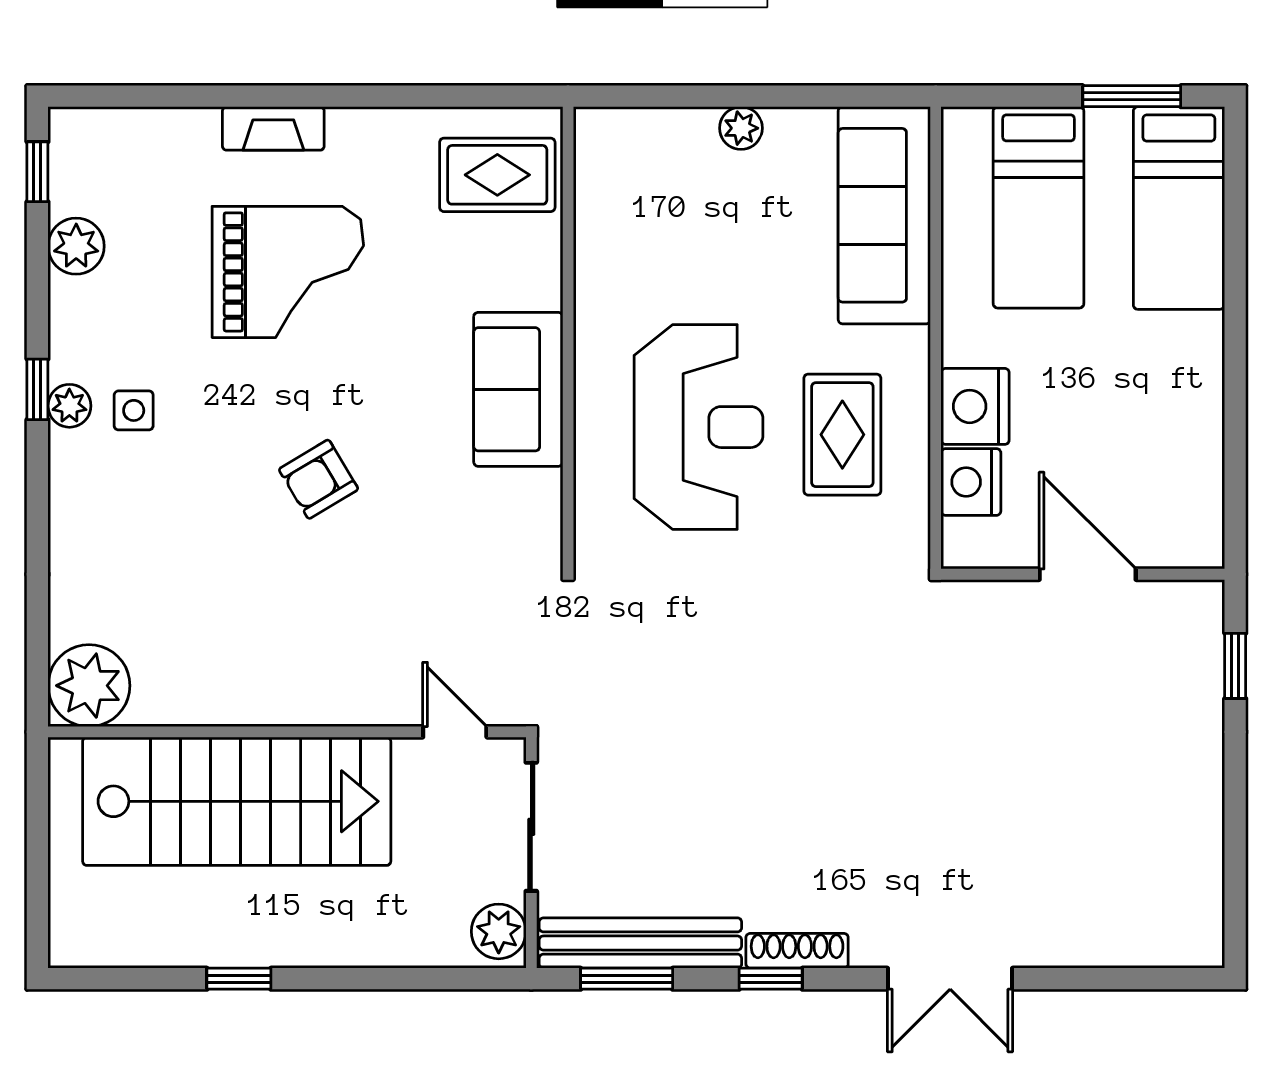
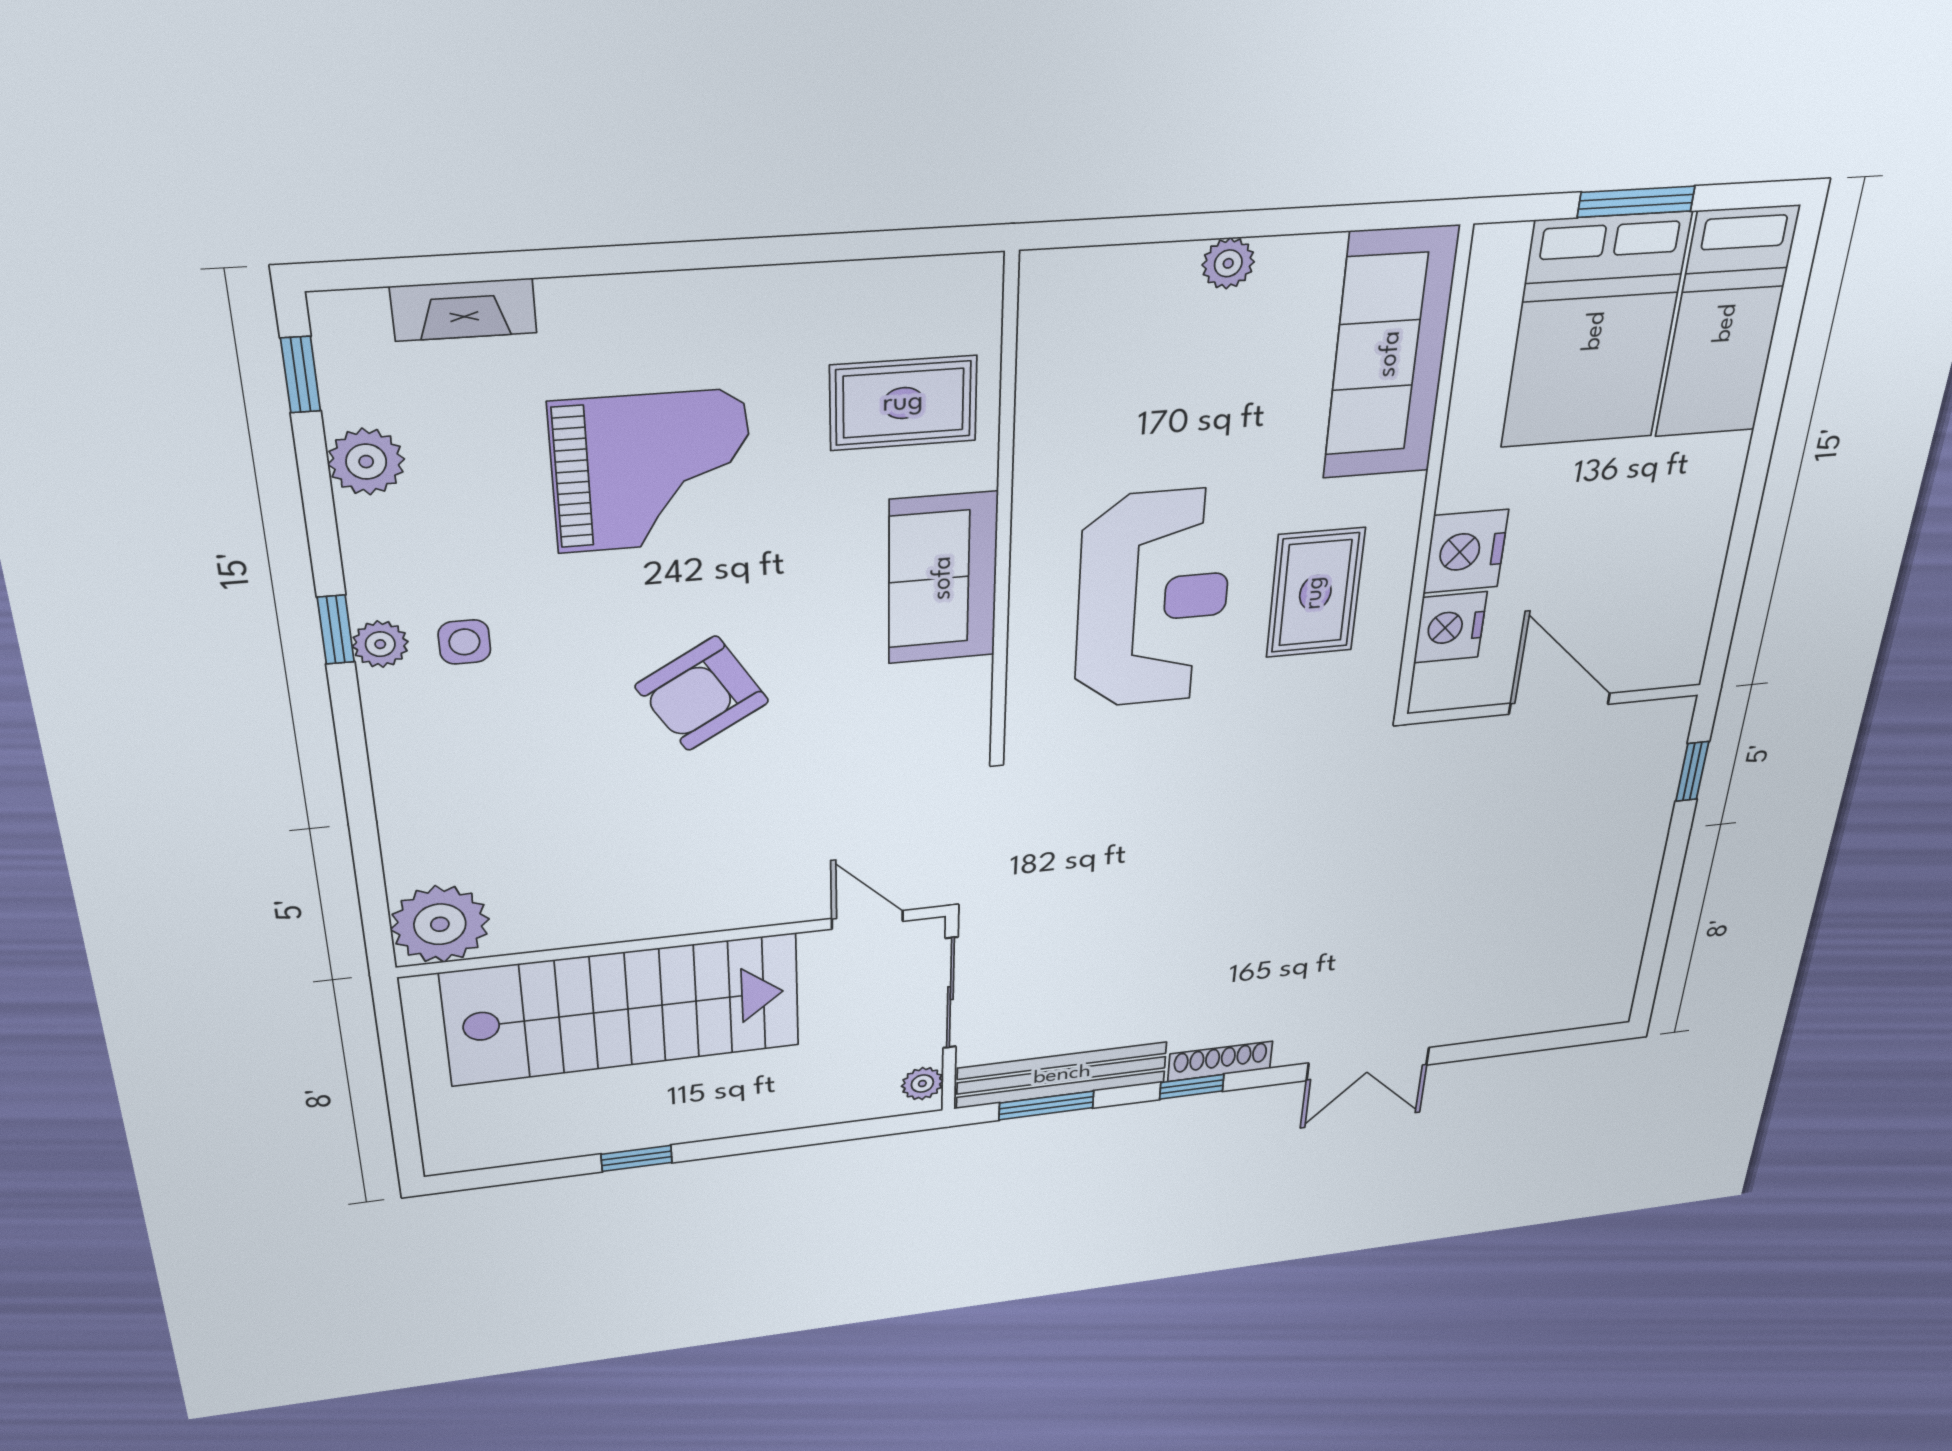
window: (1132, 96) -> (1636, 202), moved
fireplace: (273, 128) -> (464, 310), moved
rug: (497, 175) -> (903, 403), moved
bed: (1039, 207) -> (1595, 331), width x1.50
armchair: (319, 479) -> (702, 694), width x1.38, depth x1.38
plant: (499, 931) -> (922, 1084), width x0.73, depth x0.73

